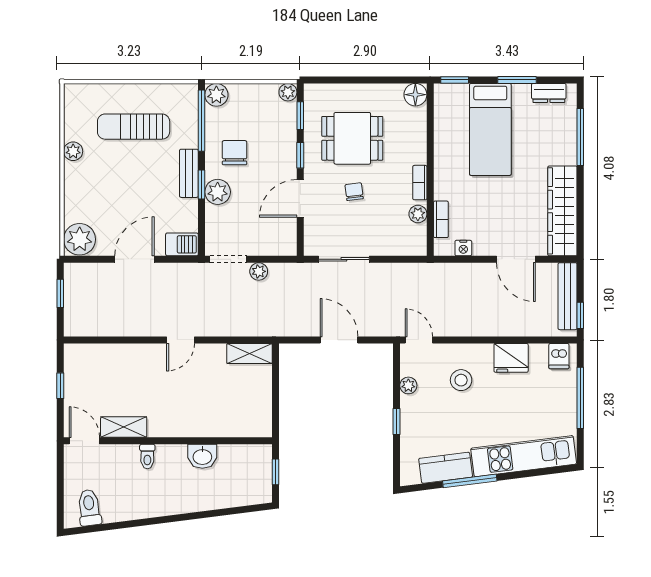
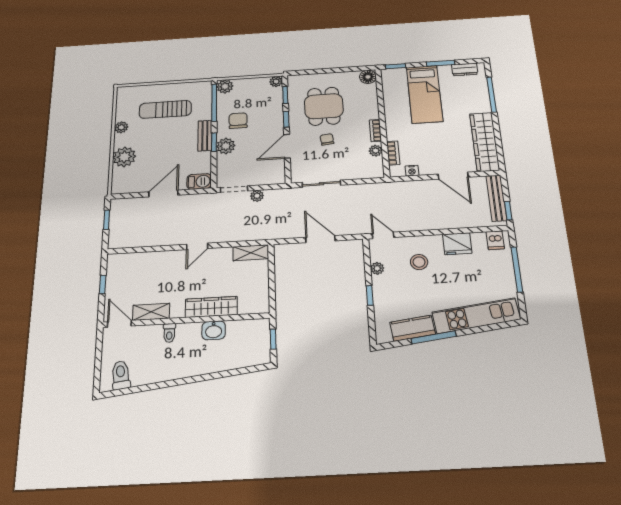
dining table: (352, 138) -> (324, 106), turned 90
plant: (80, 239) -> (124, 157), moved
wardrobe: (199, 425) -> (211, 307), added

